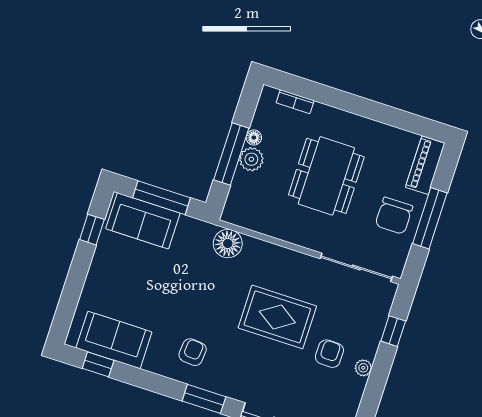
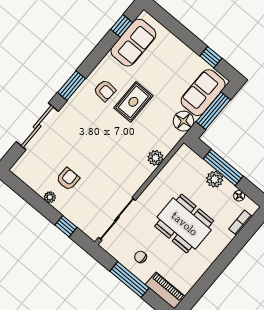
floor lamp: (254, 138) -> (239, 196), moved
chair: (394, 216) -> (141, 257), width x0.54, depth x0.54
floor lamp: (228, 244) -> (183, 121), moved
plant: (255, 249) -> (155, 158), added
rug: (277, 317) -> (133, 102), moved, width x0.73, depth x0.70
armchair: (329, 354) -> (68, 179), turned -91

